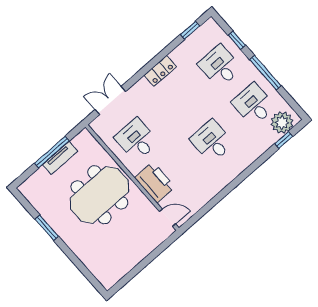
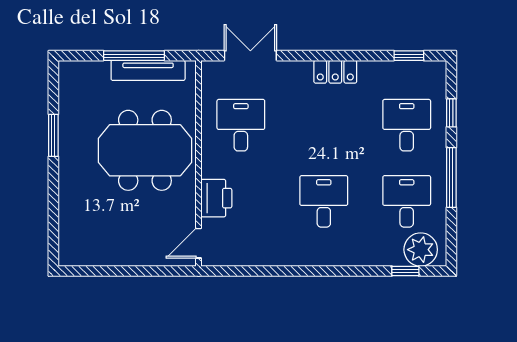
tv unit: (60, 158) -> (148, 70), width x1.41
printer: (155, 182) -> (216, 198), width x0.73, depth x0.84
door: (167, 218) -> (199, 243), swing flipped

